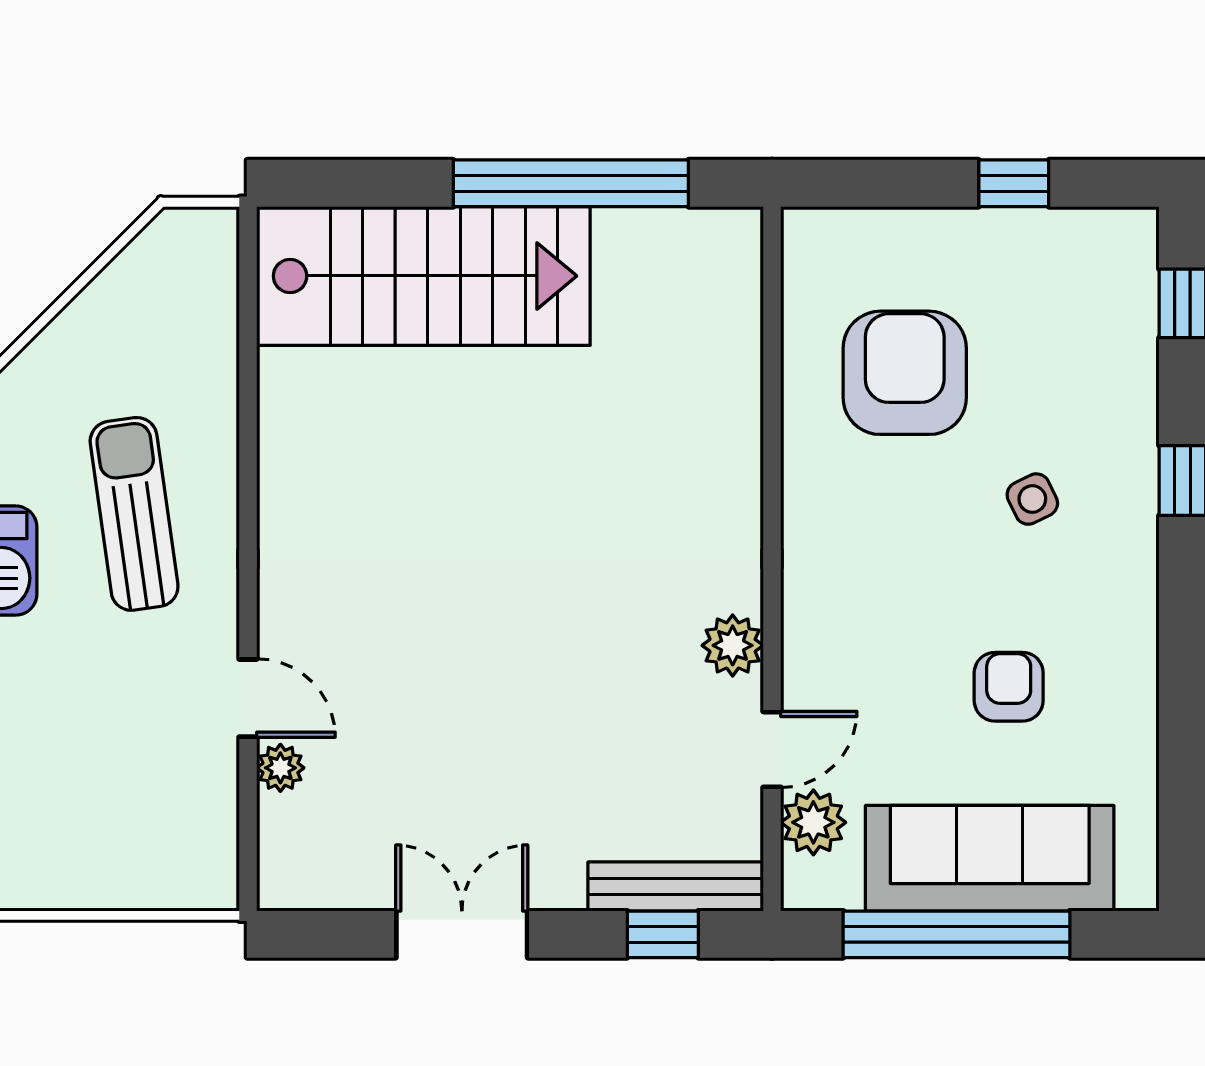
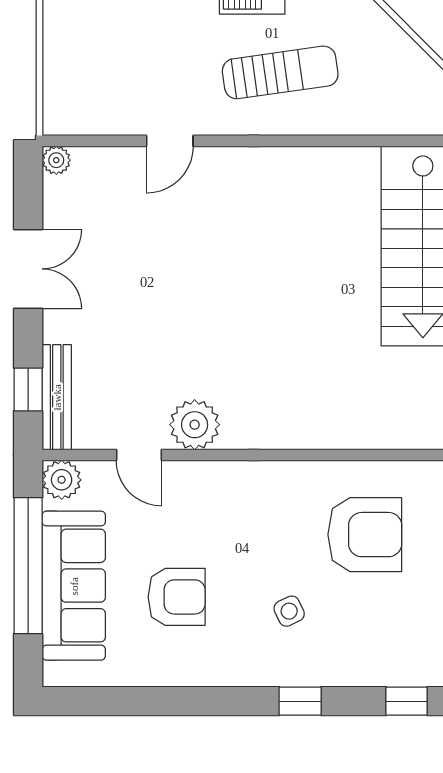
plant: (733, 645) -> (195, 425), width x1.36, depth x1.36
armchair: (1009, 687) -> (177, 597), width x1.38, depth x1.38
plant: (280, 768) -> (56, 160), moved
plant: (813, 822) -> (62, 480), moved

